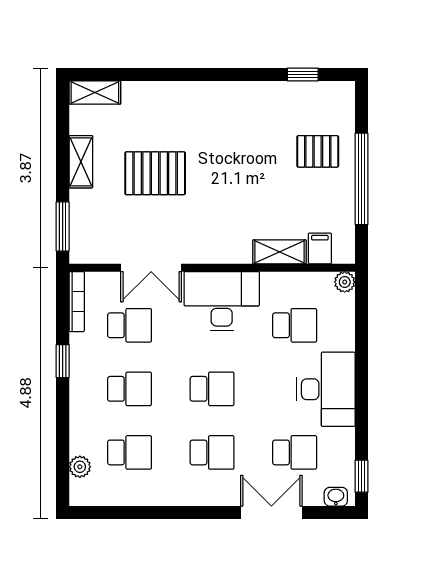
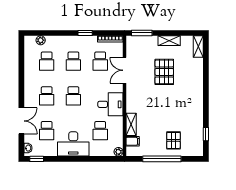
desk: (222, 301) -> (110, 104), width x0.73

